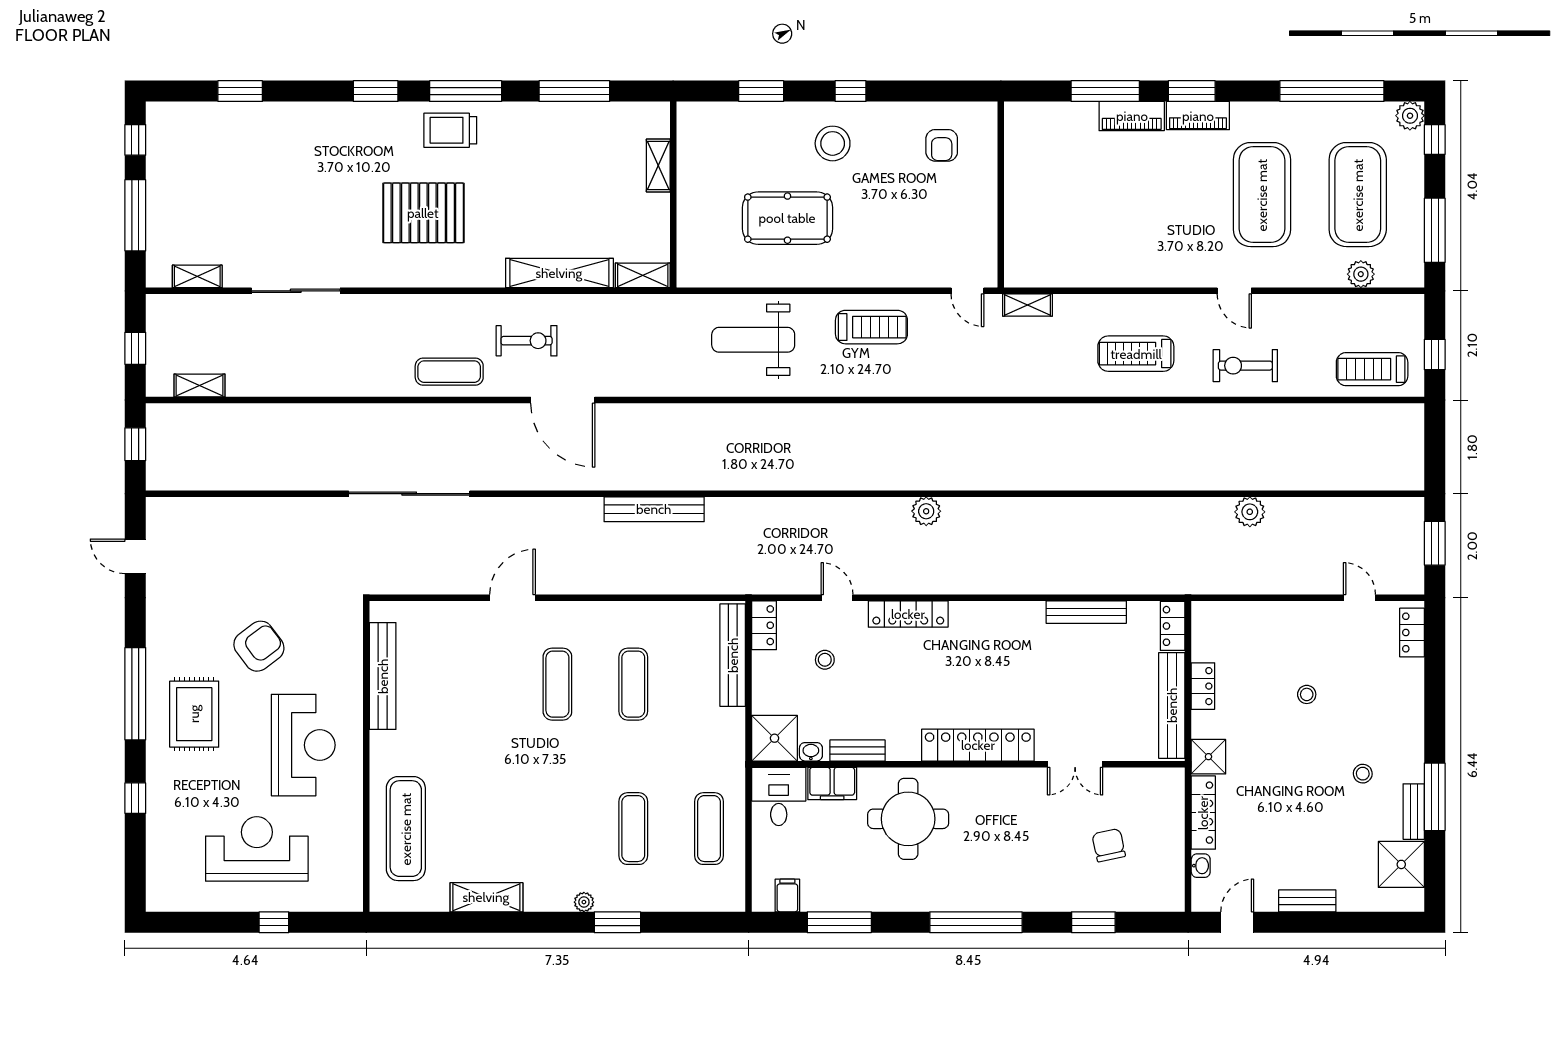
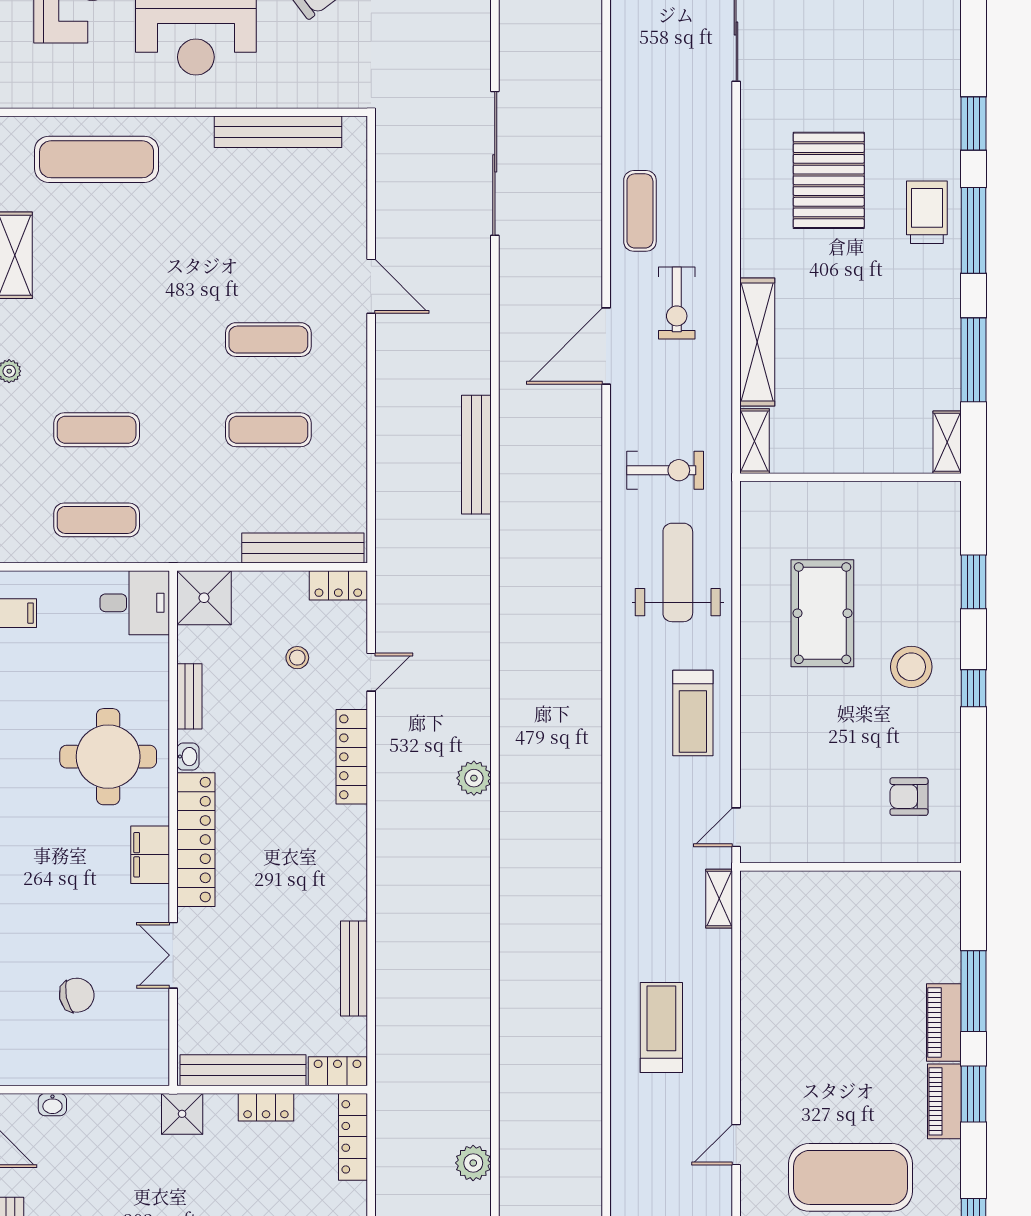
shelving: (658, 166) -> (947, 442), moved, turned 90
exercise bike: (1245, 366) -> (665, 470), moved, turned 90
washbasin: (811, 752) -> (188, 757), moved
filing cabinet: (832, 783) -> (150, 855), moved
locker: (1203, 813) -> (353, 1137), moved, turned 90

